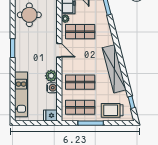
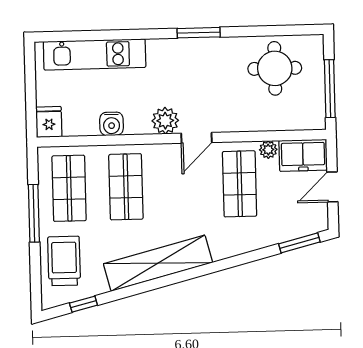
plant: (51, 76) -> (165, 121), moved

